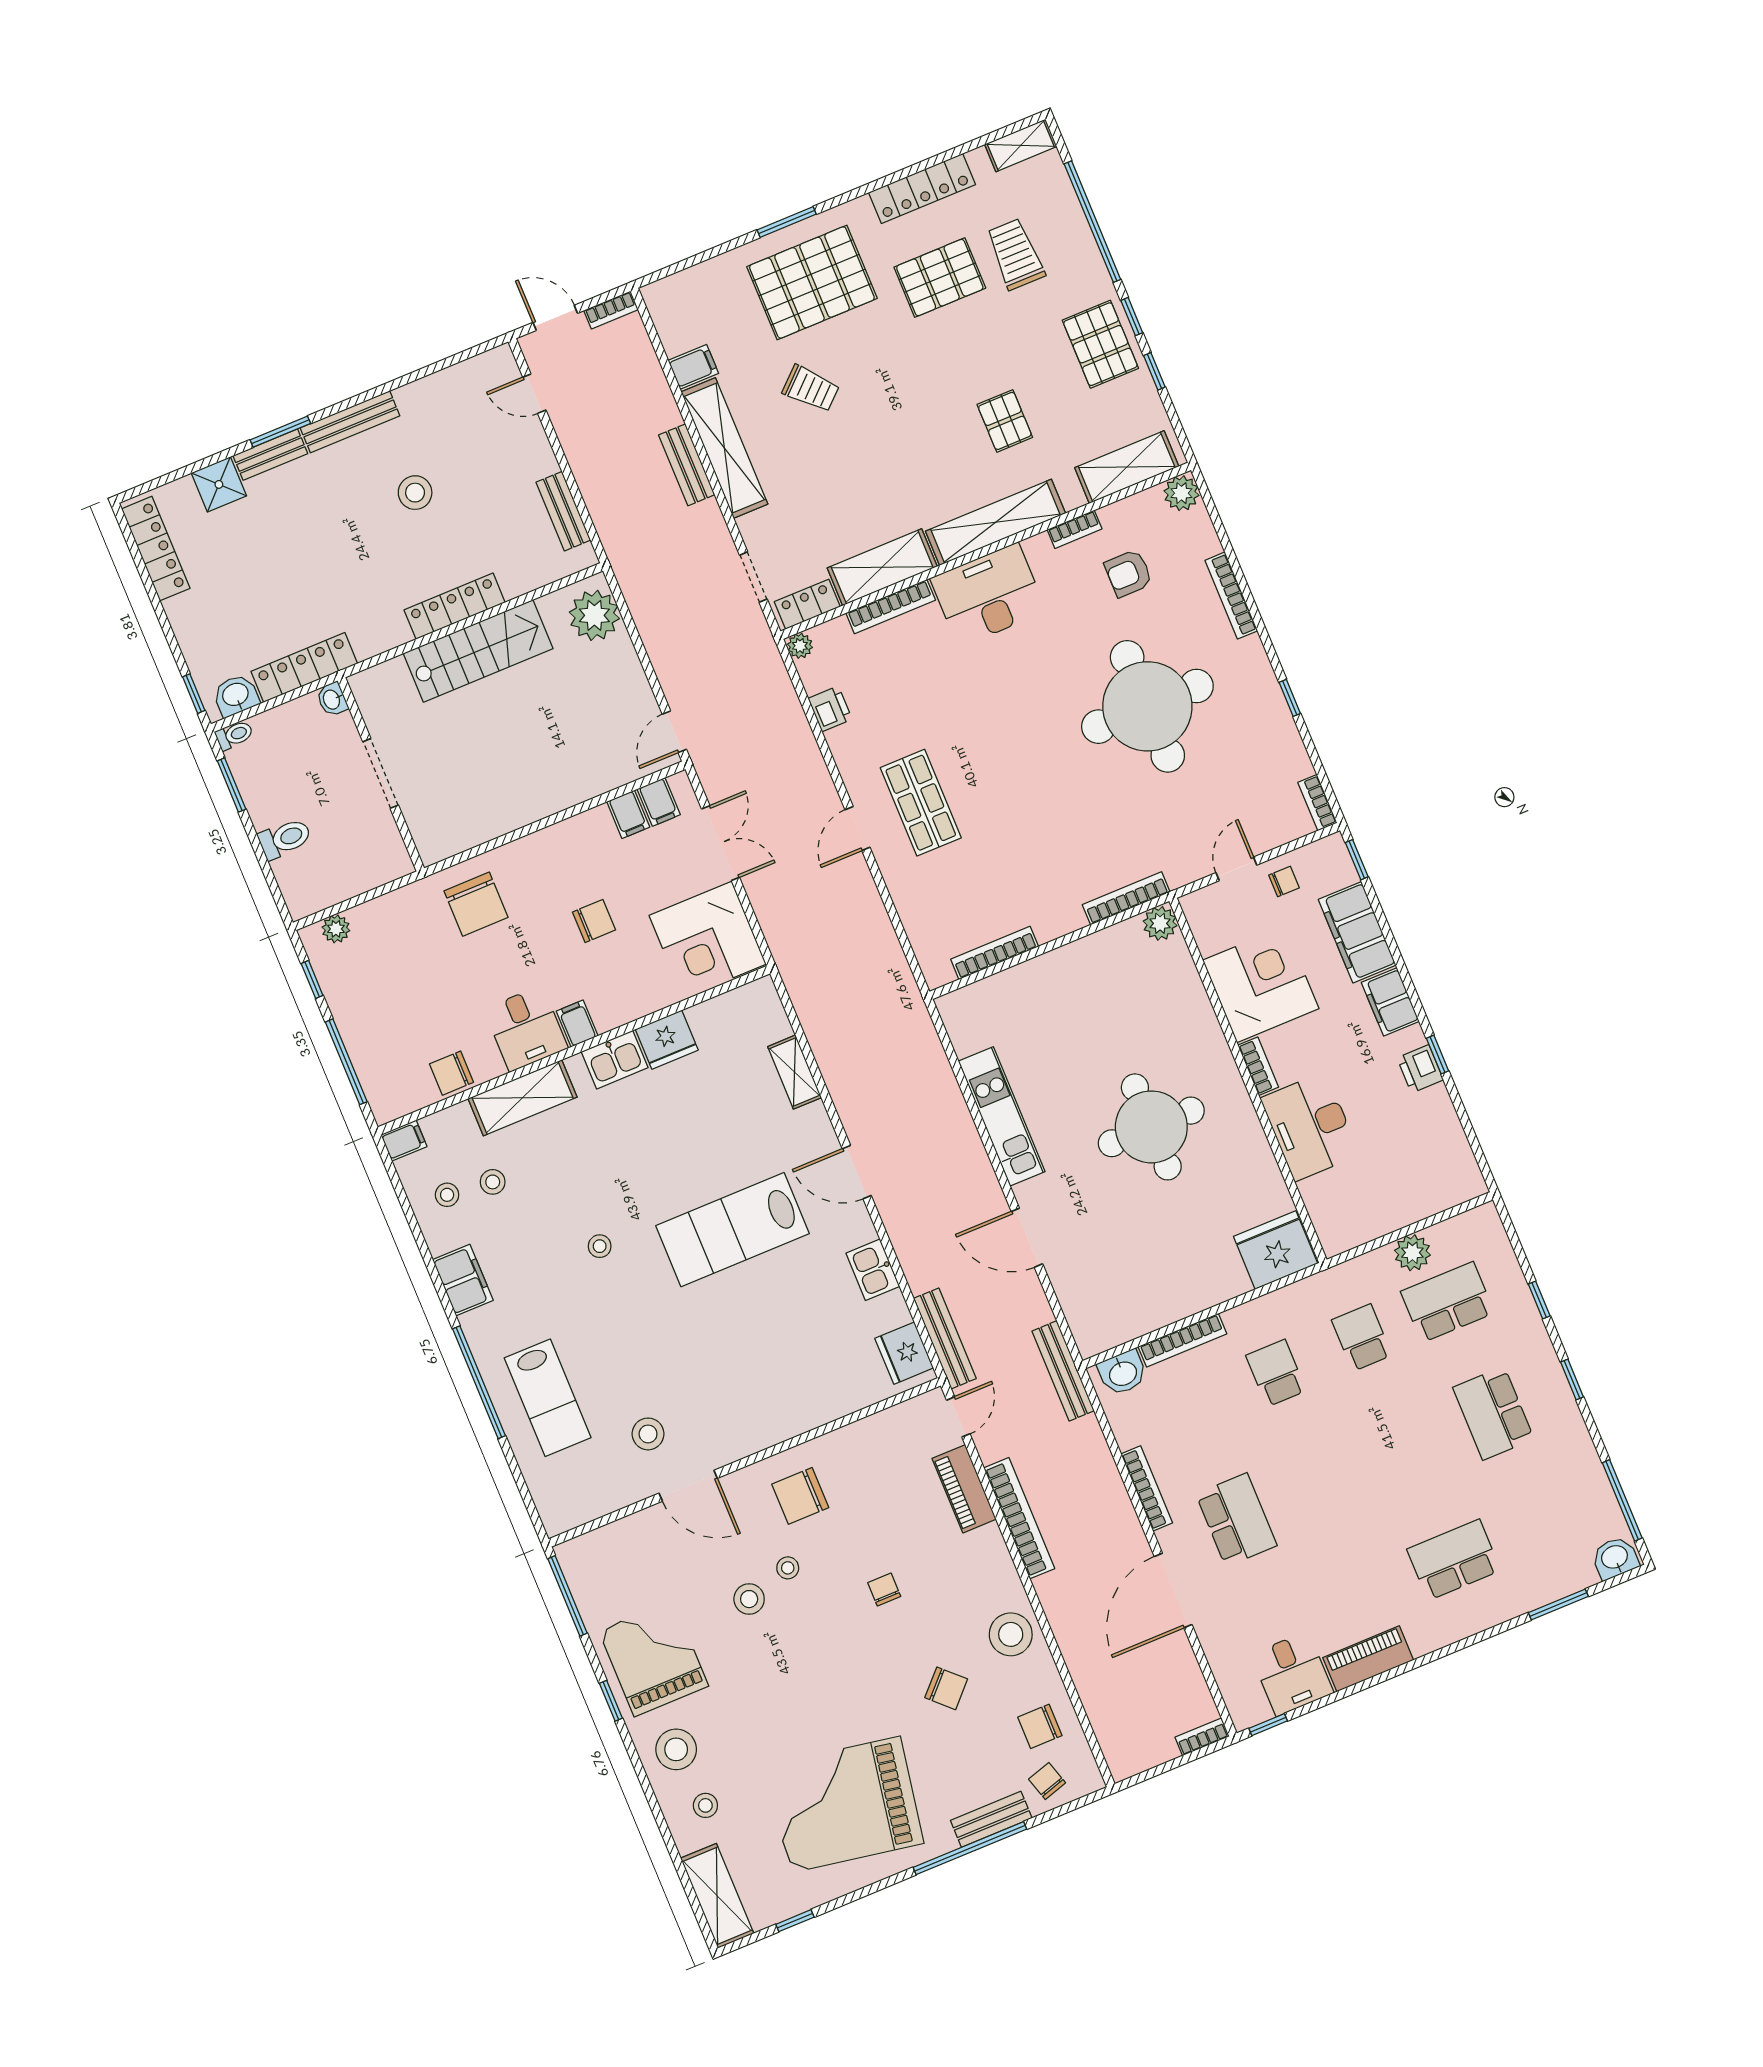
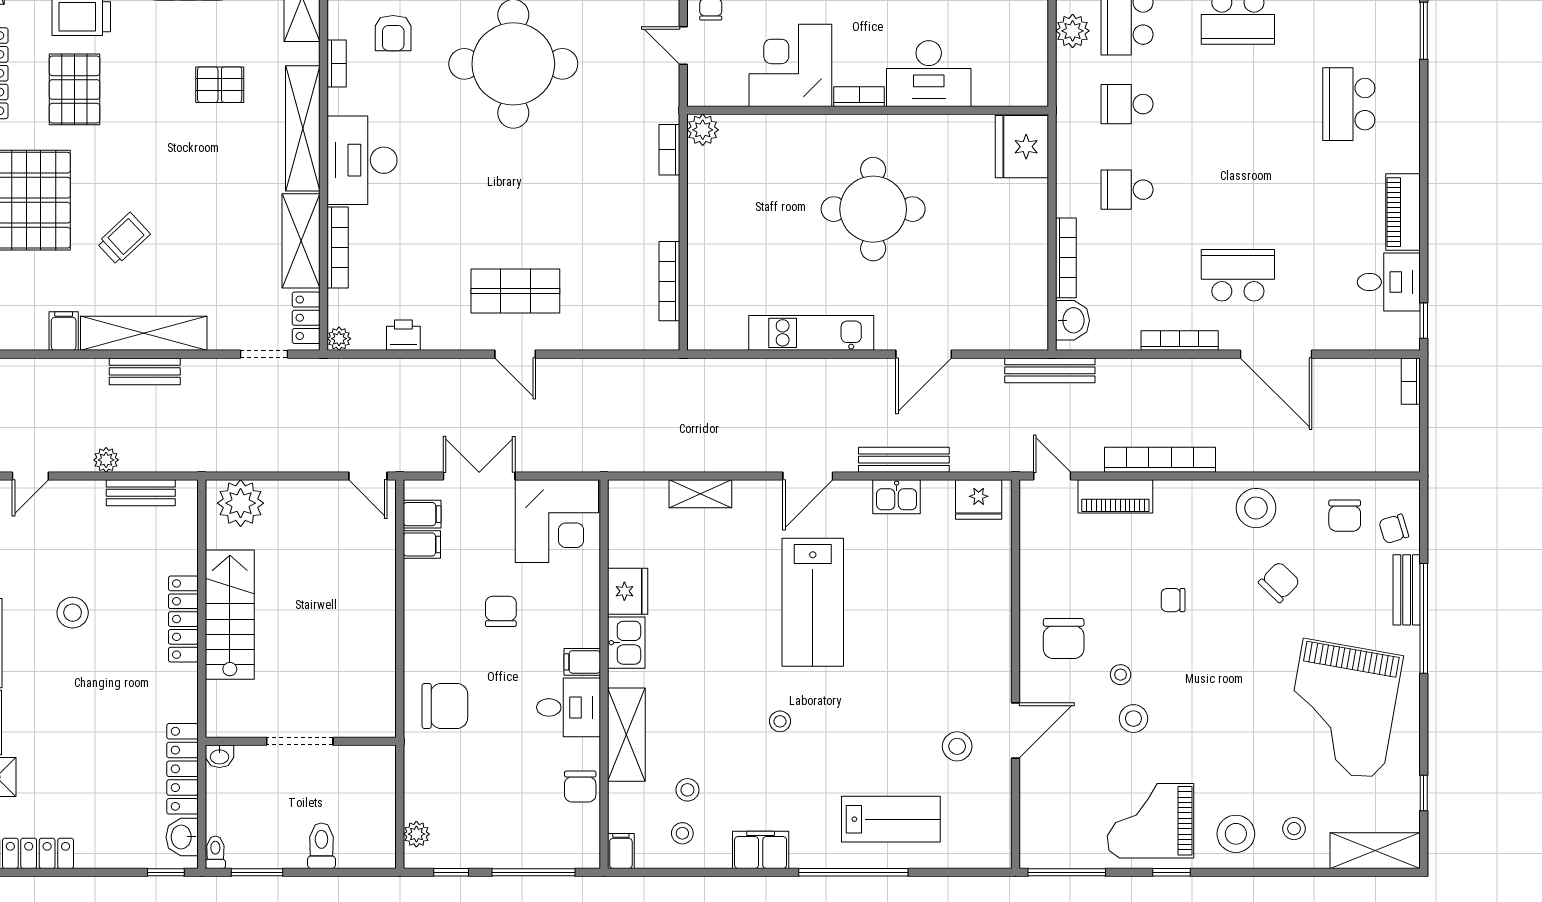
plant: (582, 463) -> (106, 460), added
bookcase: (1126, 898) -> (669, 150), width x0.64
bench: (945, 1338) -> (904, 460), moved

